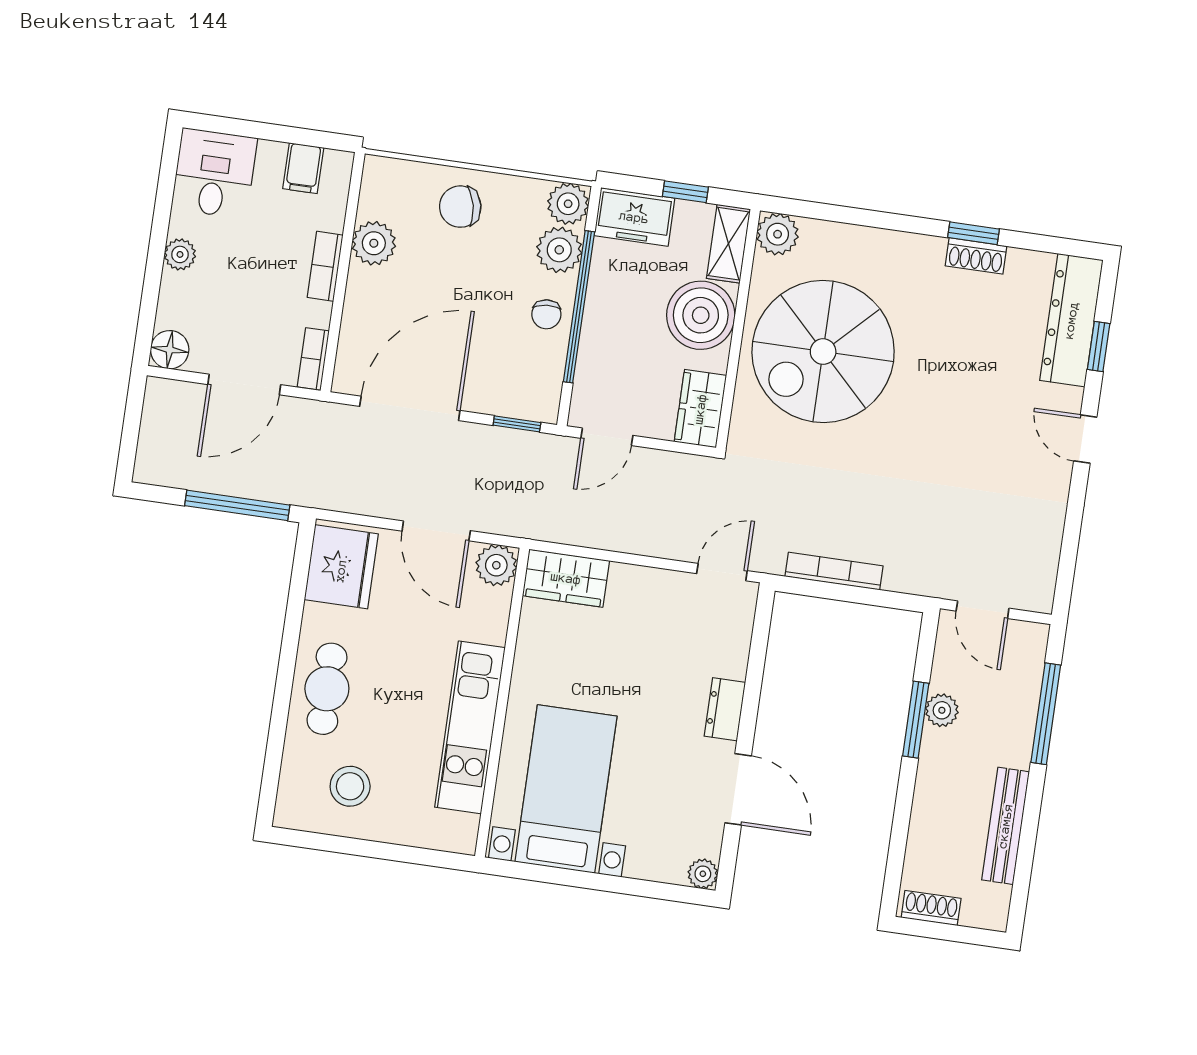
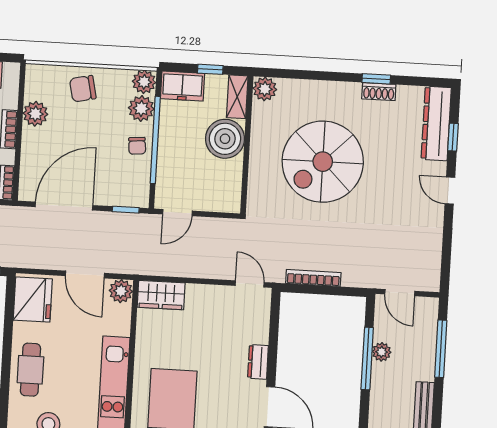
spiral stairs: (823, 352) -> (323, 162), moved
wardrobe: (700, 409) -> (229, 192), removed
door: (722, 572) -> (250, 284), hinge flipped
window: (916, 720) -> (367, 358), width x1.44

